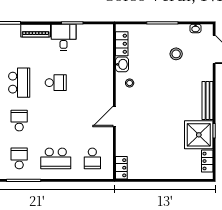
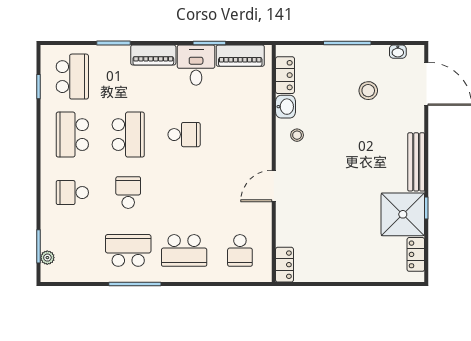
piano: (92, 31) -> (240, 56), added
school desk: (19, 158) -> (128, 250), width x1.85

